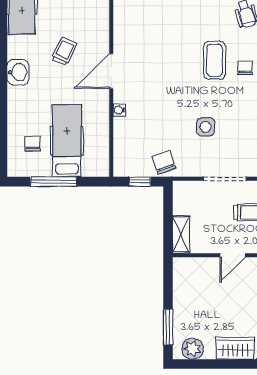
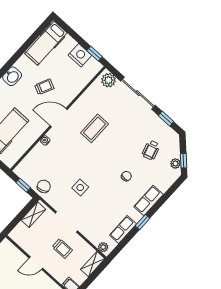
coffee table: (215, 60) -> (94, 128), moved
shelving: (181, 235) -> (33, 215), moved

